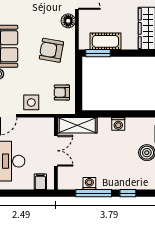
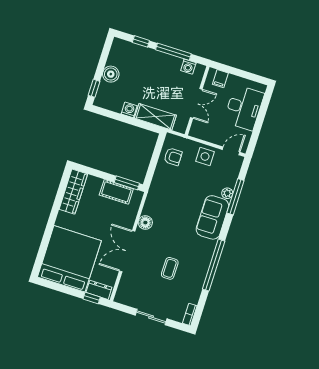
armchair: (51, 50) -> (170, 200), removed
shelving: (77, 125) -> (155, 117), moved
double door: (56, 151) -> (196, 103), swing flipped
washing machine: (89, 184) -> (188, 67), moved

